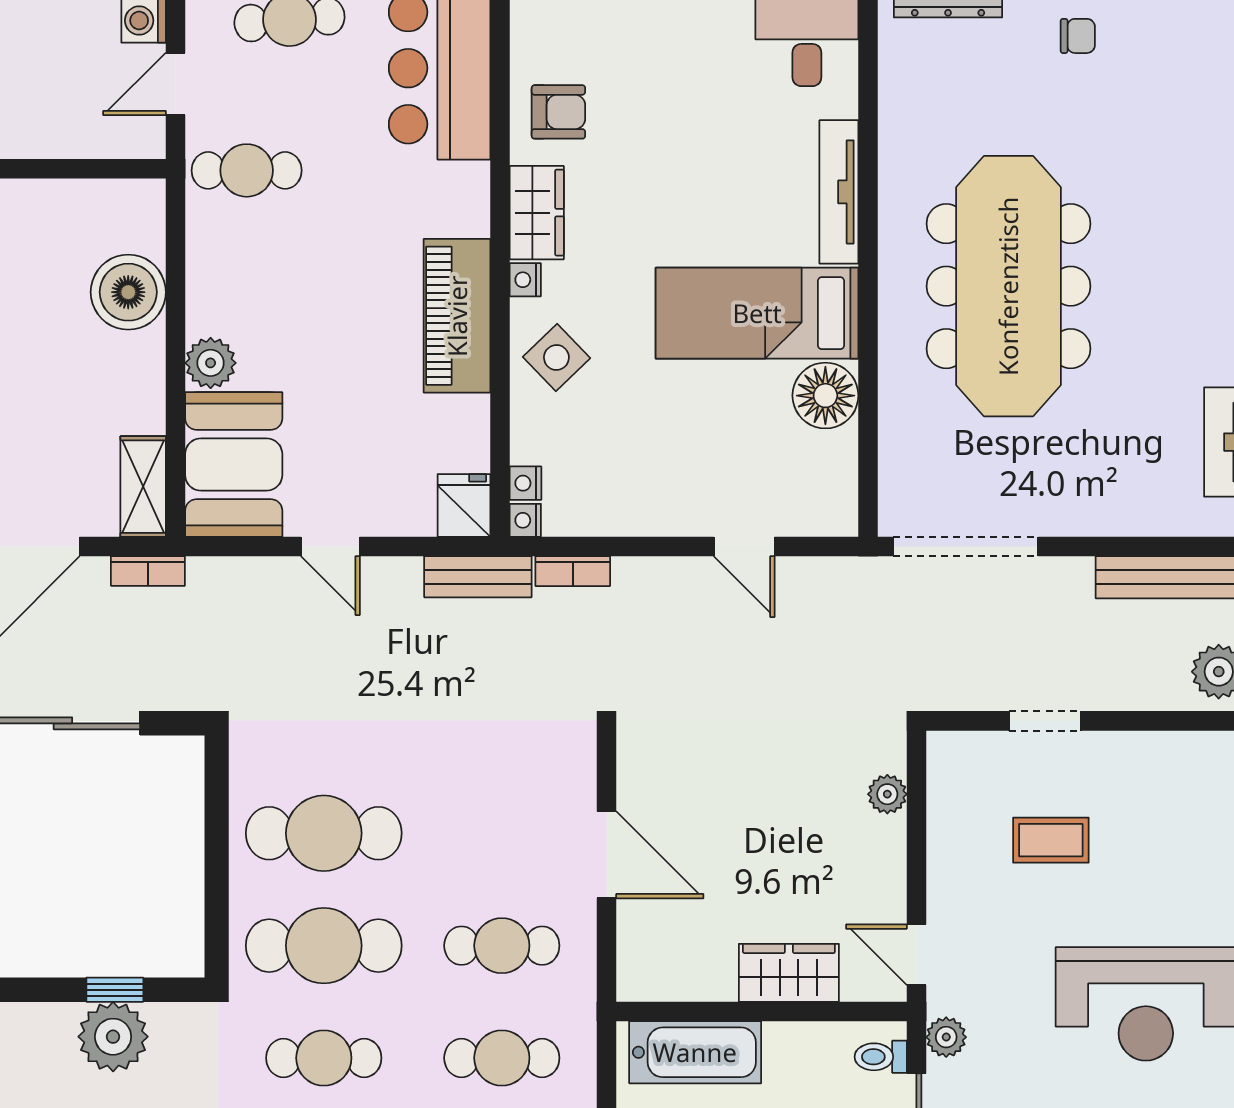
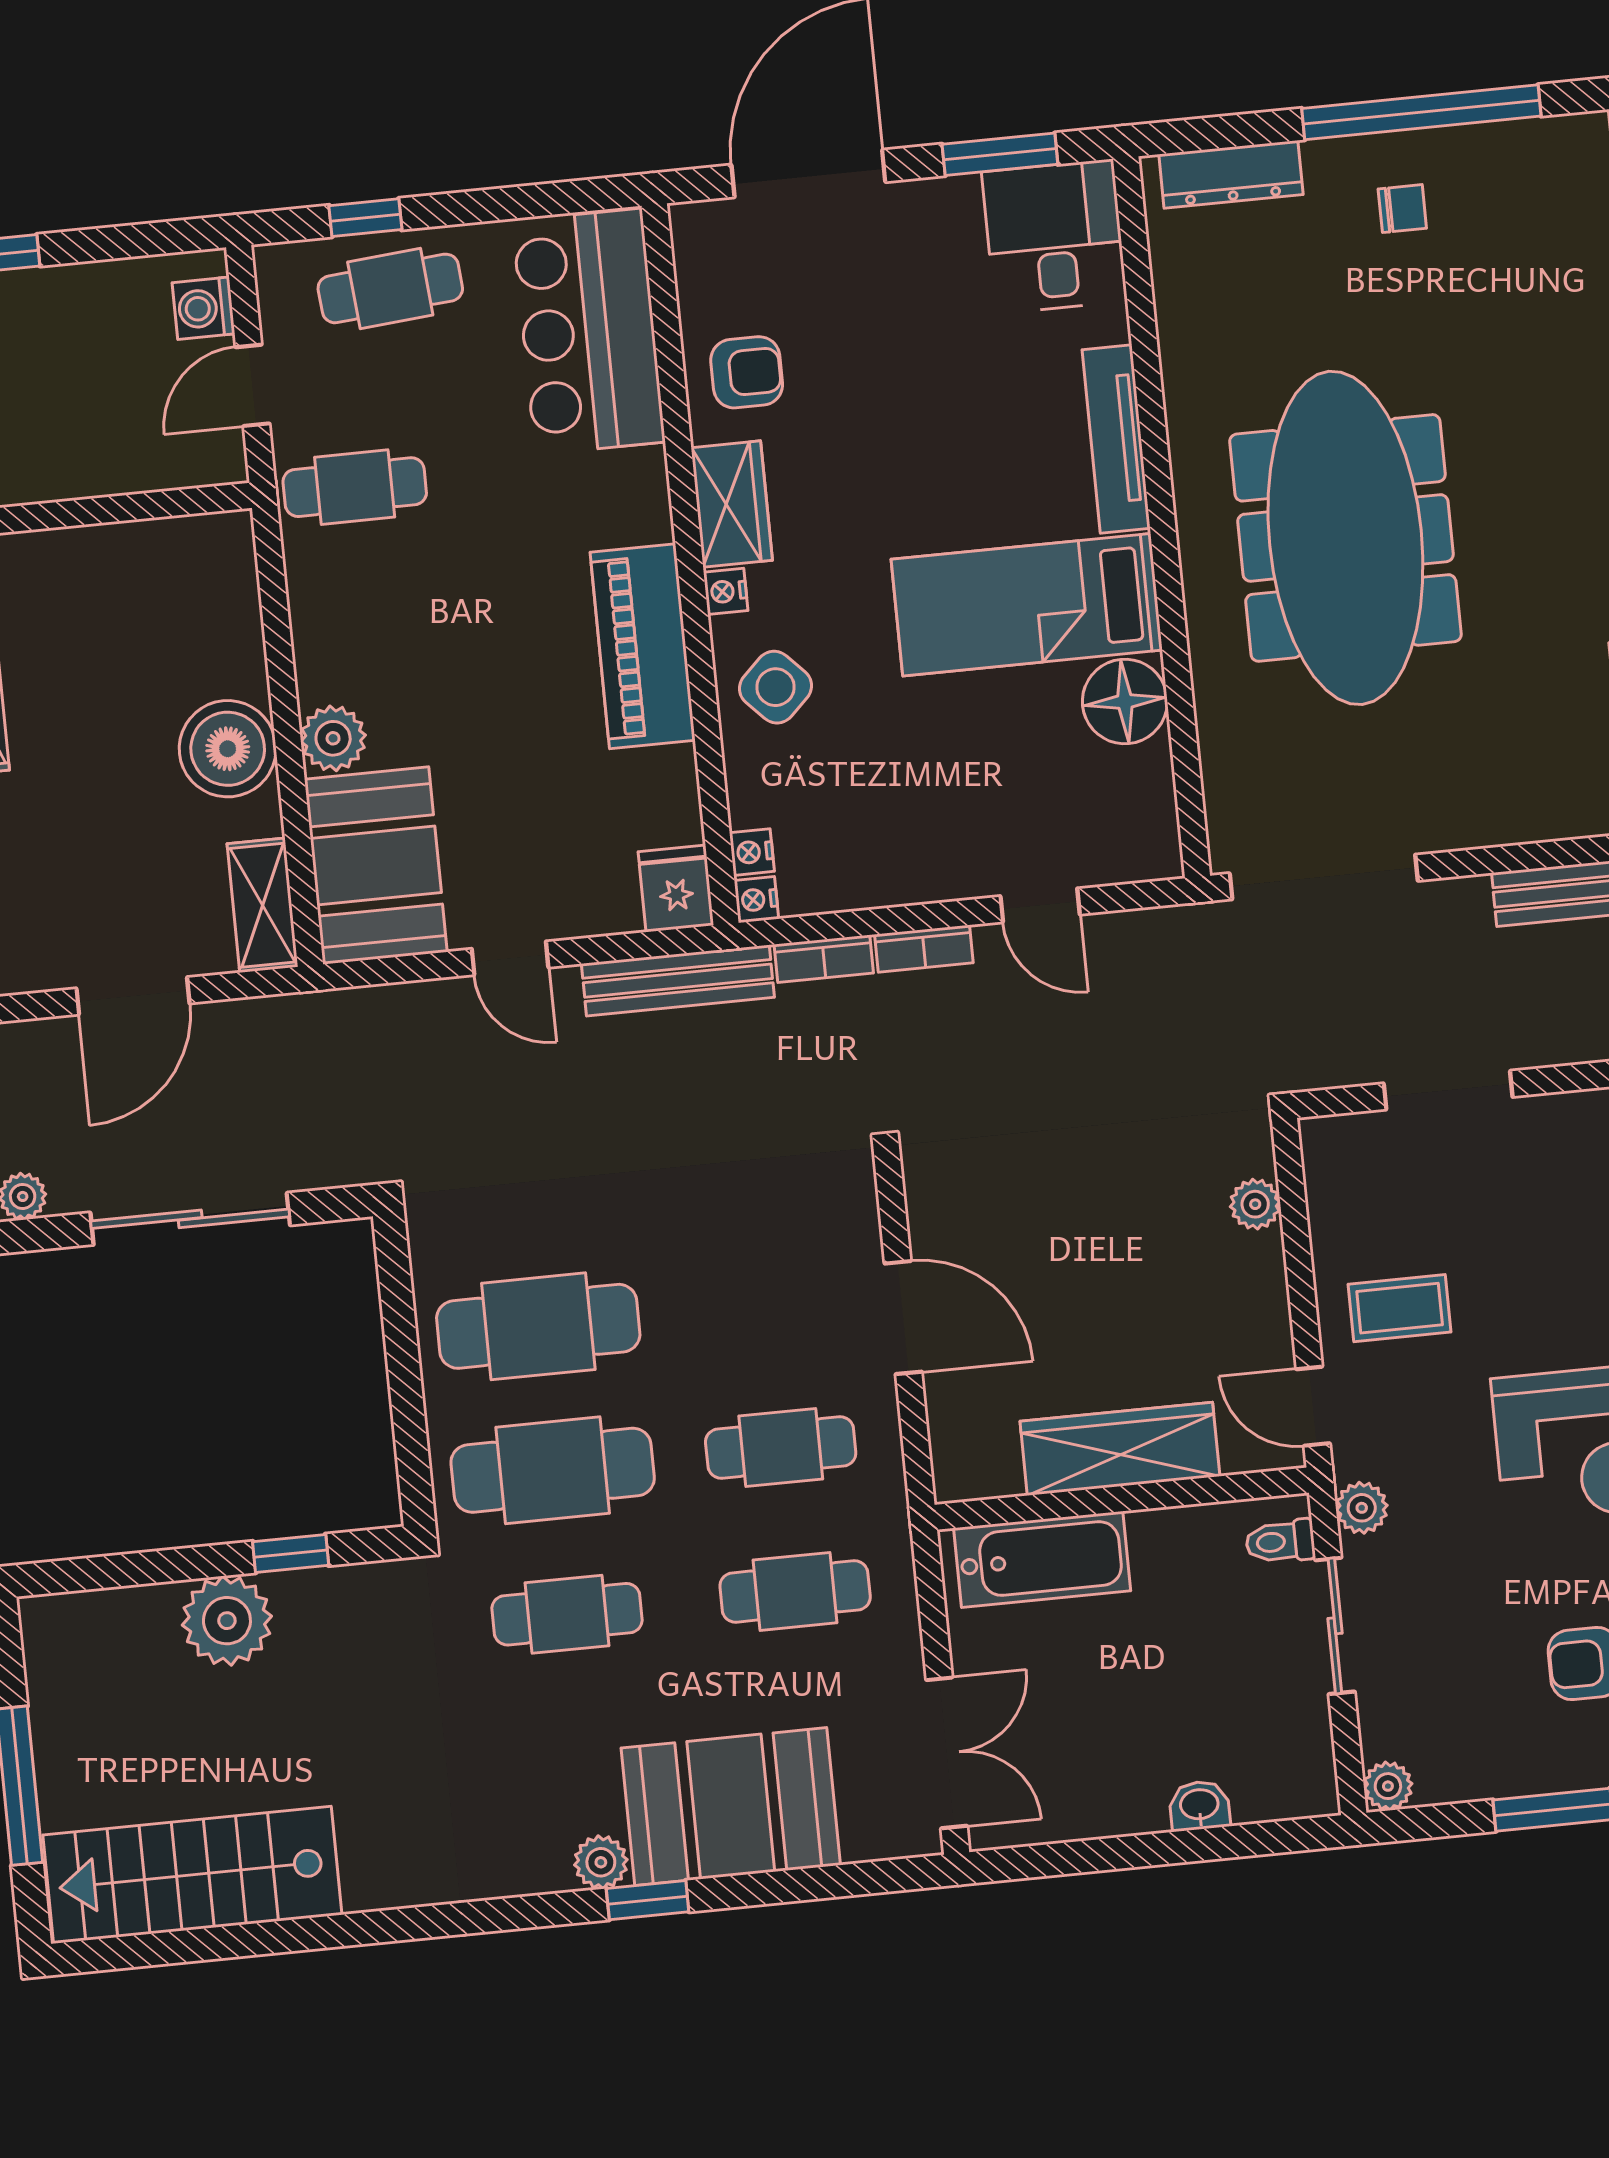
boiler: (128, 292) -> (228, 749), moved
bookcase: (148, 571) -> (924, 949), moved
bench: (478, 577) -> (678, 981), width x1.36
doorway: (1045, 721) -> (1448, 1090), width x1.38
coffee table: (1051, 840) -> (1400, 1308), moved
wardrobe: (789, 973) -> (1120, 1449), width x1.50
plant: (113, 1037) -> (227, 1621), moved

